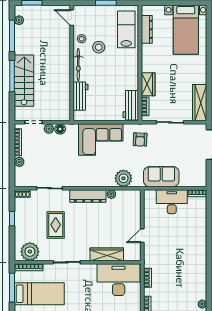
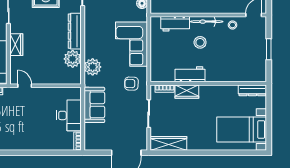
lab bench: (126, 29) -> (242, 70), removed
dresser: (147, 29) -> (252, 90), moved
stool: (99, 47) -> (200, 42), moved
workbench: (131, 105) -> (190, 74), moved
plant: (111, 194) -> (73, 59), width x1.88, depth x1.88
door: (142, 236) -> (25, 86), moved
wardrobe: (107, 254) -> (16, 45), width x0.67

